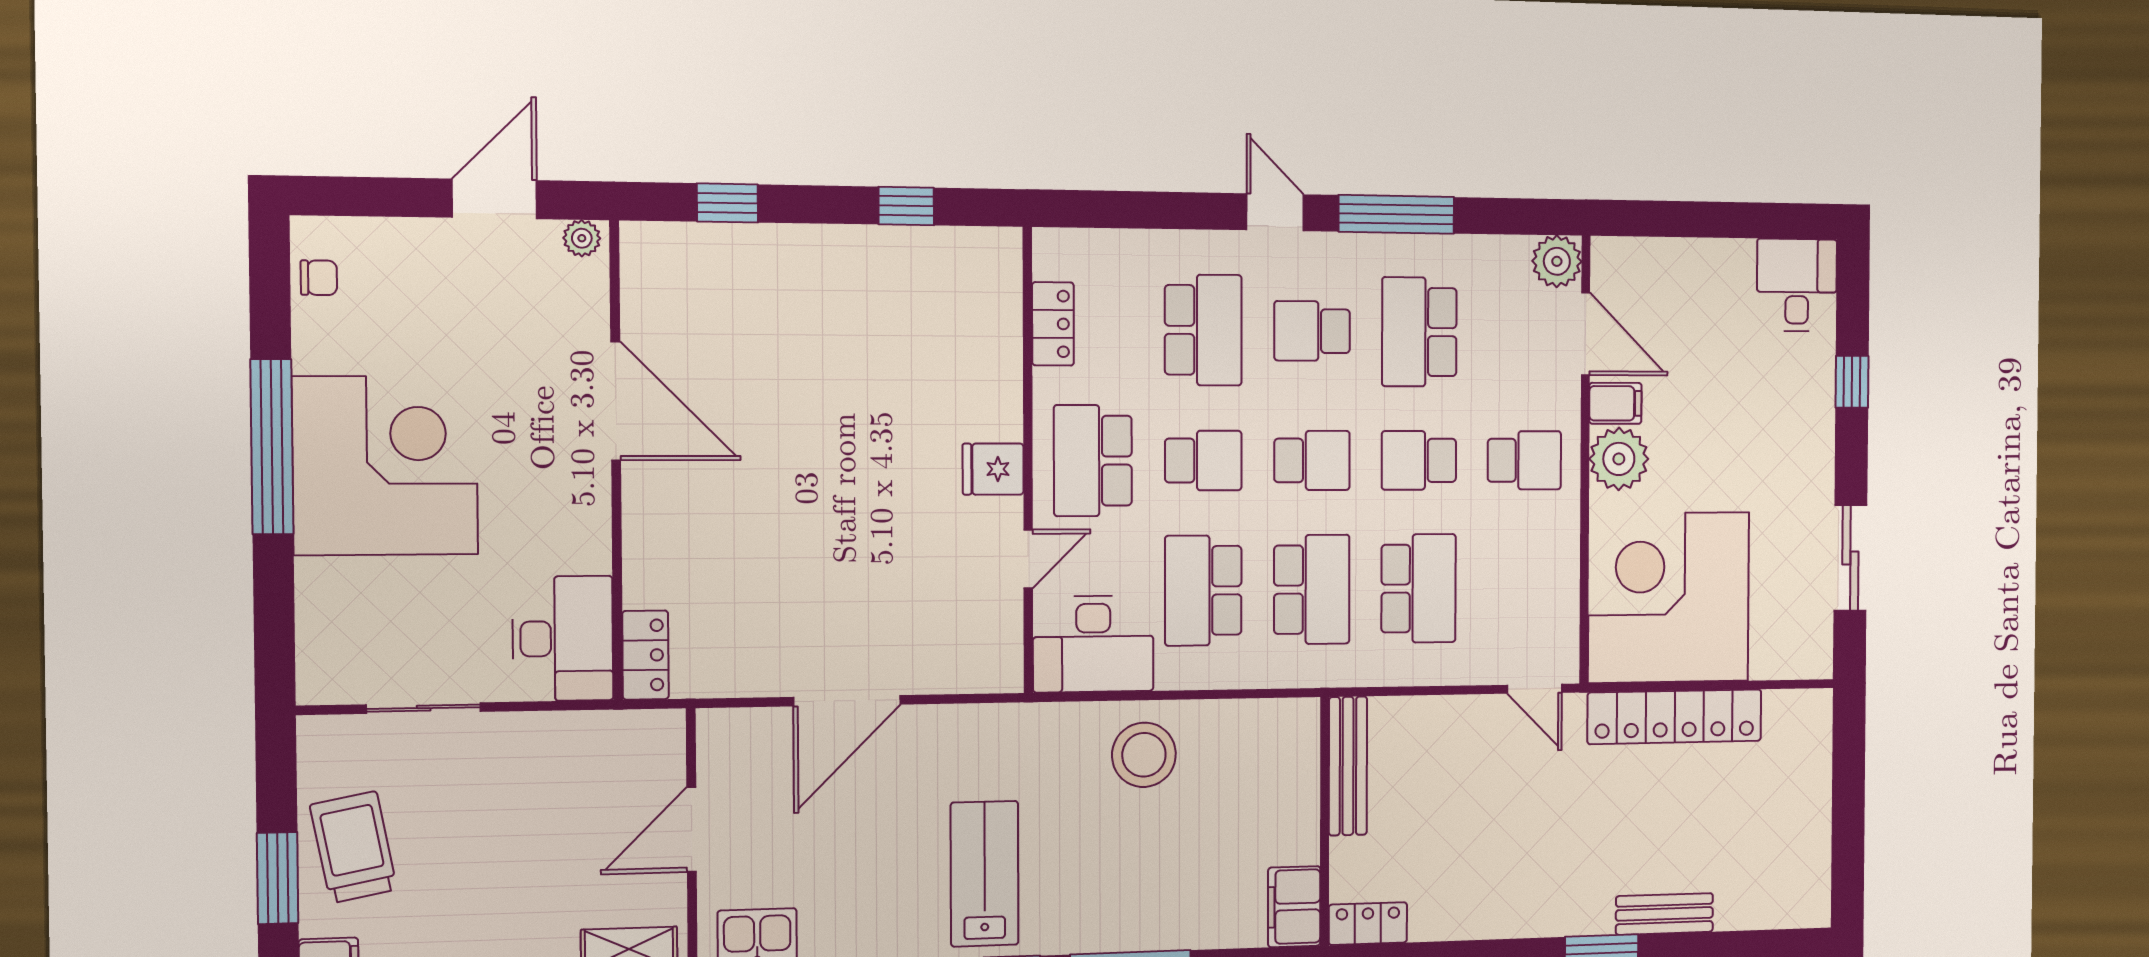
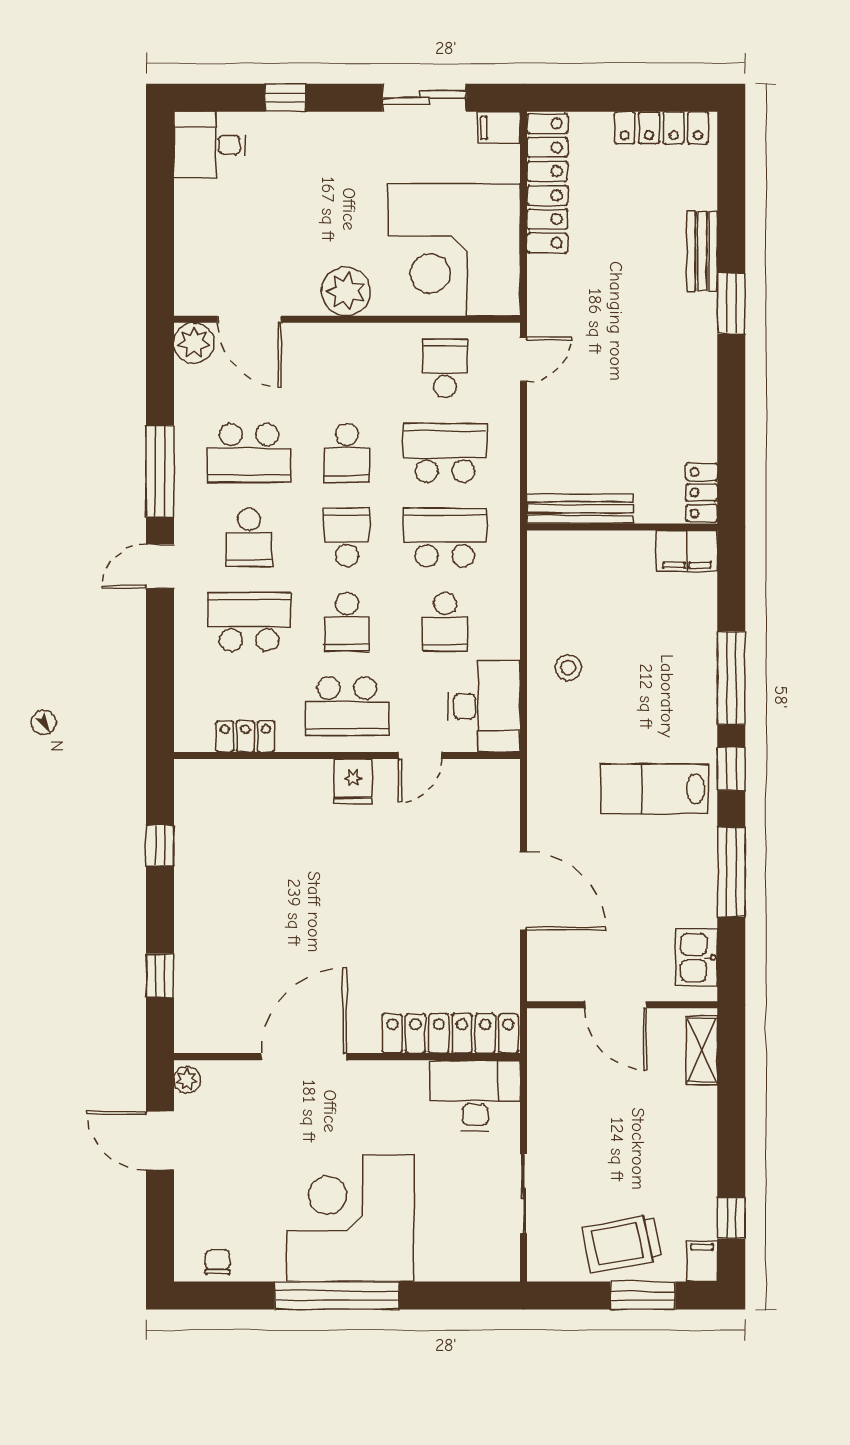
door: (1585, 334) -> (249, 319), swing flipped
filing cabinet: (1615, 403) -> (499, 128), moved, turned -90
school desk: (1524, 460) -> (445, 368), moved
school desk: (1203, 461) -> (347, 622), turned 180
door: (1028, 559) -> (420, 755), swing flipped
school desk: (1203, 591) -> (445, 622), width x0.54
locker: (645, 655) -> (450, 1033), width x2.16, depth x1.21
locker: (1675, 717) -> (547, 183), moved
stool: (1144, 755) -> (568, 668), width x0.53, depth x0.53
locker: (1812, 858) -> (661, 128), added

